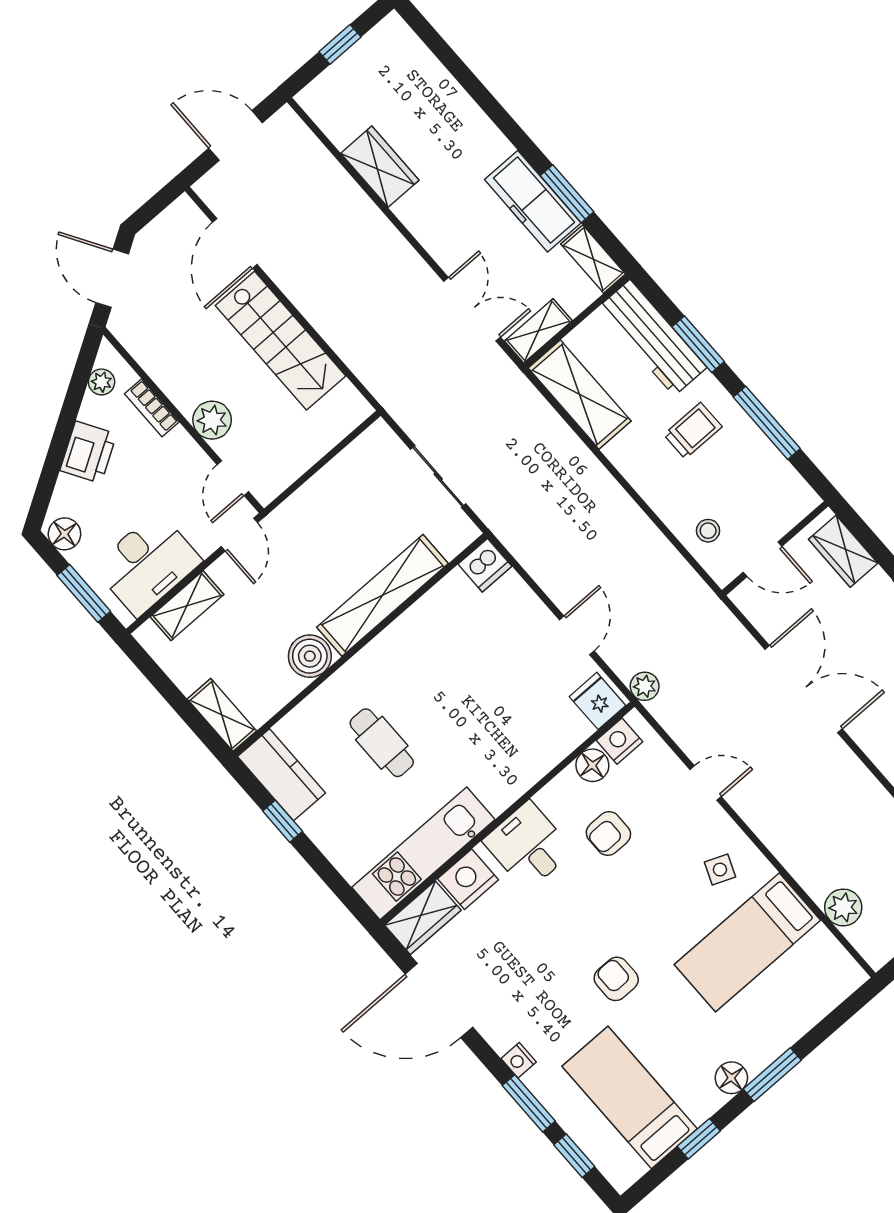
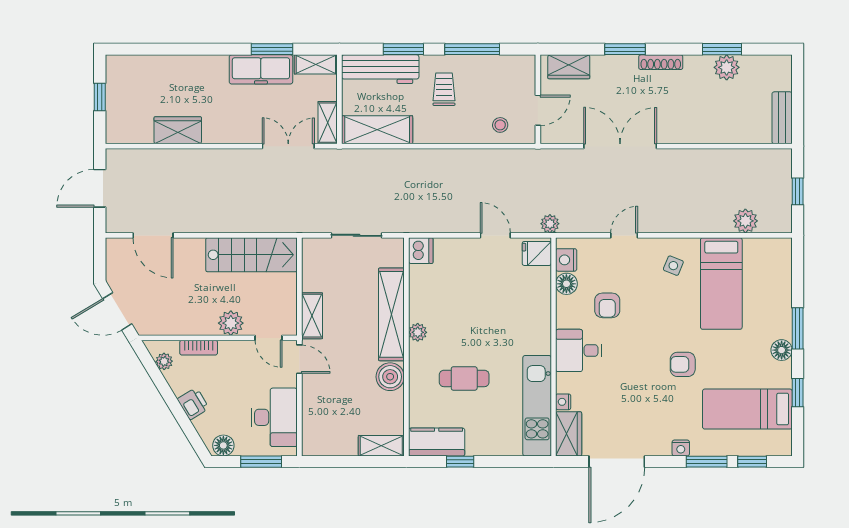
stairs: (280, 341) -> (251, 255), moved
printer: (88, 452) -> (193, 404), width x0.73, depth x0.81
shelving: (187, 606) -> (312, 316), moved
plant: (388, 643) -> (418, 332), added
nightstand: (468, 879) -> (563, 402), width x0.53, depth x0.56

